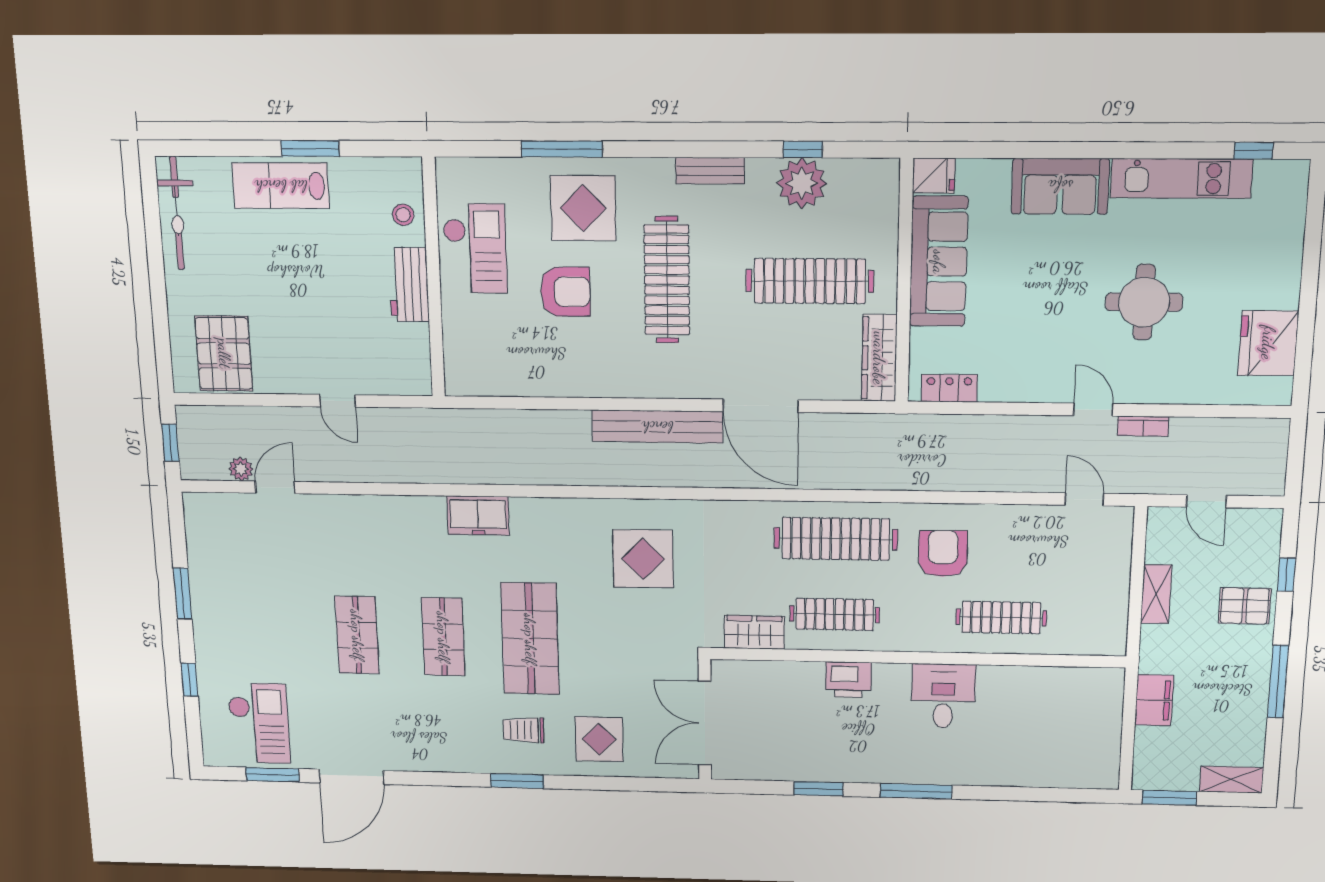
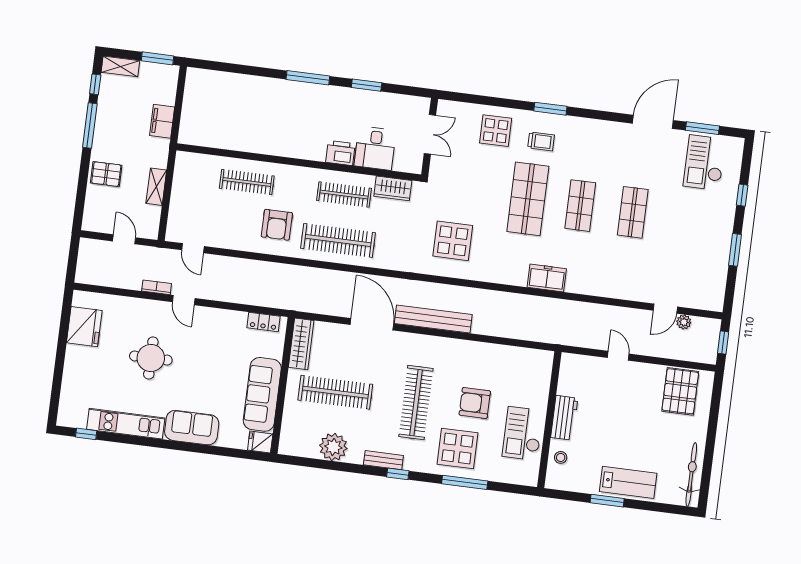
window: (803, 150) -> (398, 474), moved
window: (1286, 575) -> (95, 84), moved
desk: (943, 696) -> (375, 148), moved
double door: (705, 723) -> (430, 134), width x0.73

